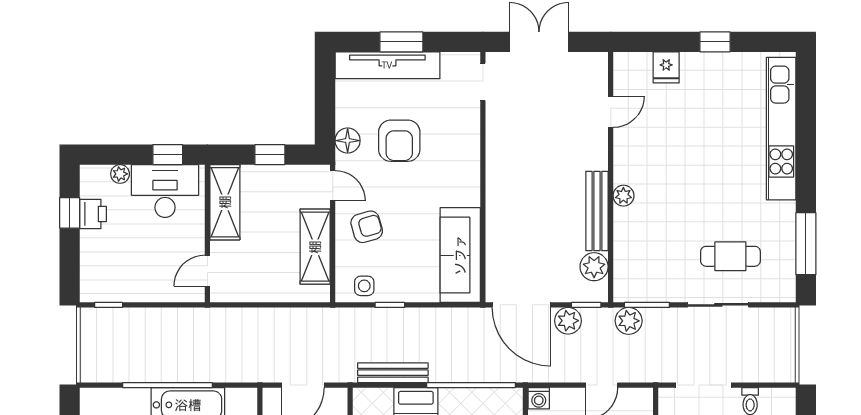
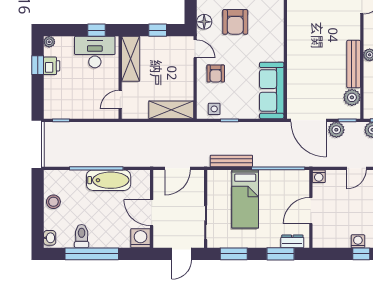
plant: (120, 174) -> (49, 42), moved
armchair: (367, 227) -> (216, 73), turned 106
shelving: (315, 247) -> (171, 110), moved, turned 90

